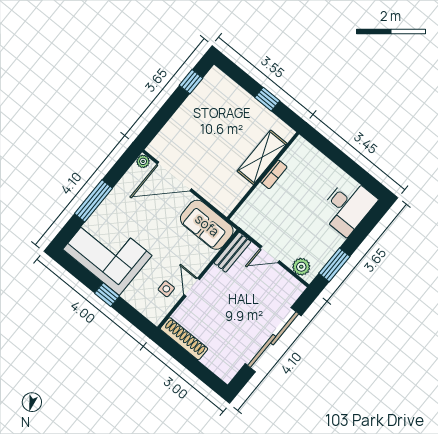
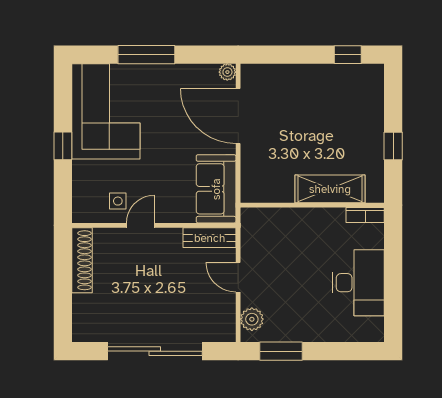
bookcase: (274, 174) -> (365, 215), moved
desk: (348, 206) -> (358, 283), moved, turned -90

